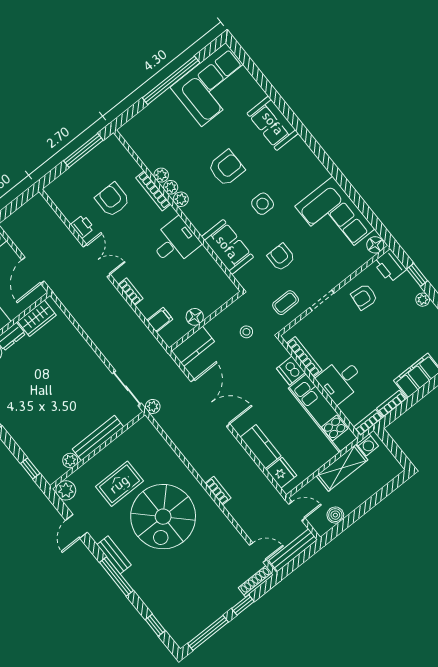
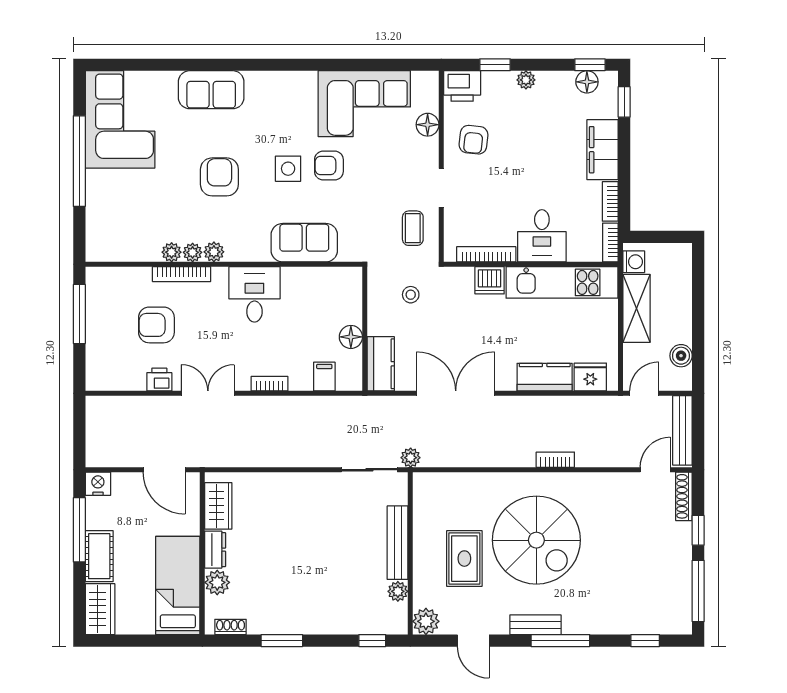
floor lamp: (375, 245) -> (428, 125), moved
armchair: (281, 257) -> (329, 166), moved

